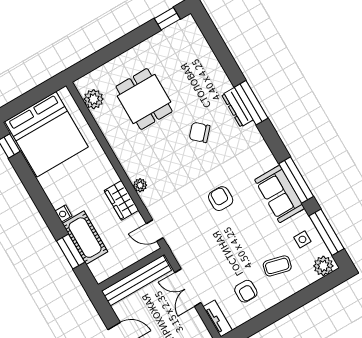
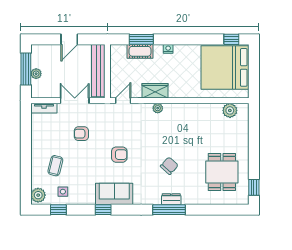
dining table: (144, 99) -> (222, 172), moved, turned 90
dresser: (237, 107) -> (171, 199), width x0.70
window: (296, 180) -> (103, 210), width x0.46
sofa: (280, 194) -> (114, 194), moved
window: (327, 232) -> (58, 210), width x0.46
cot: (85, 238) -> (140, 51), width x0.73, depth x0.75
armchair: (246, 291) -> (81, 134), moved

